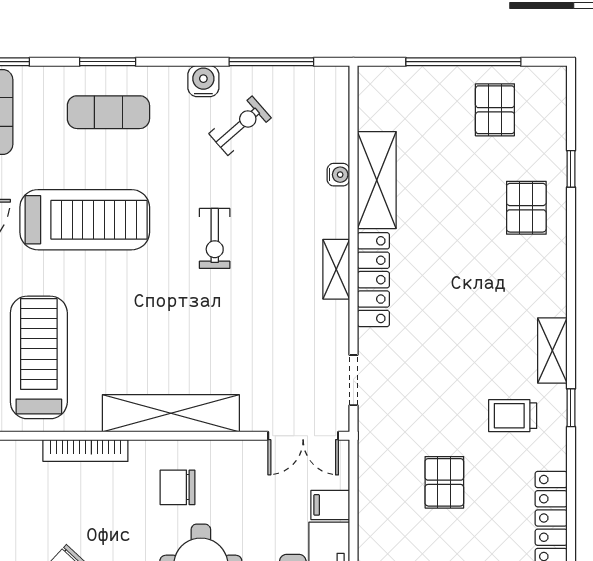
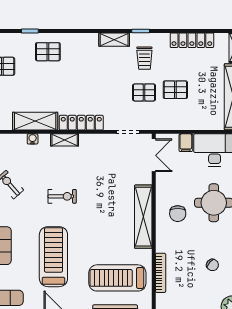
shelving: (336, 269) -> (65, 140), moved
pallet: (438, 415) -> (144, 92), added
bookcase: (85, 451) -> (161, 273), moved

